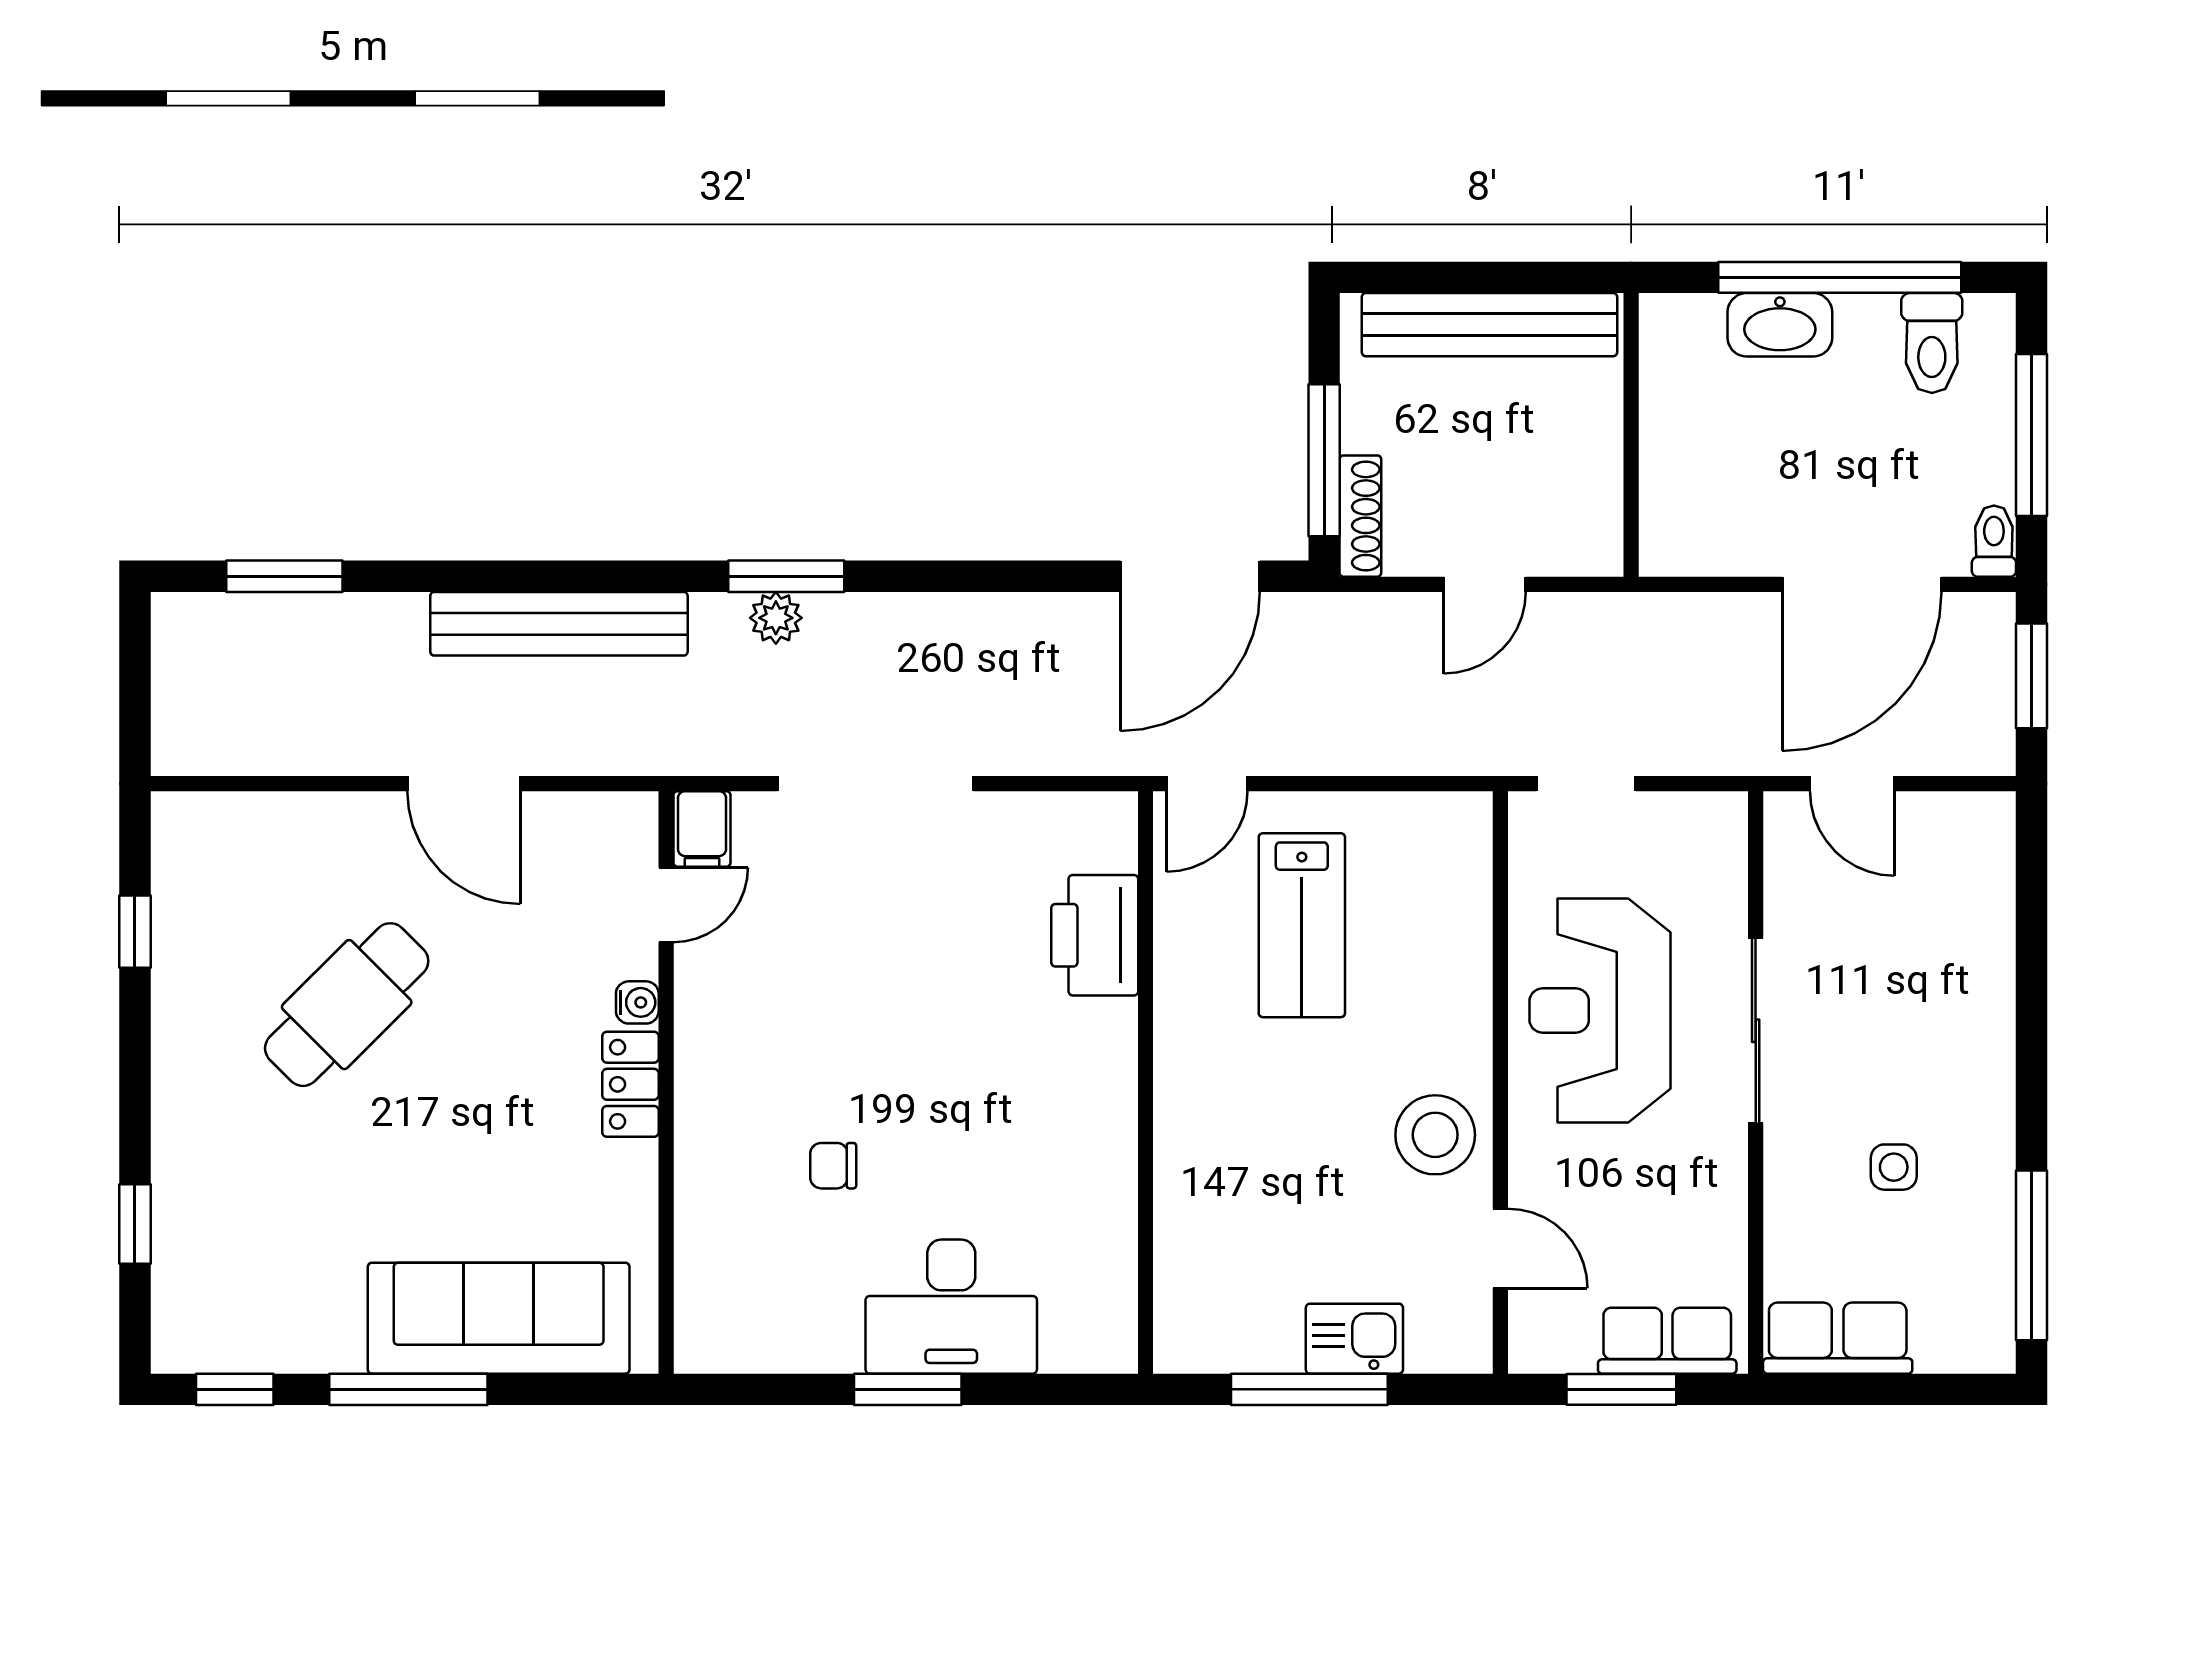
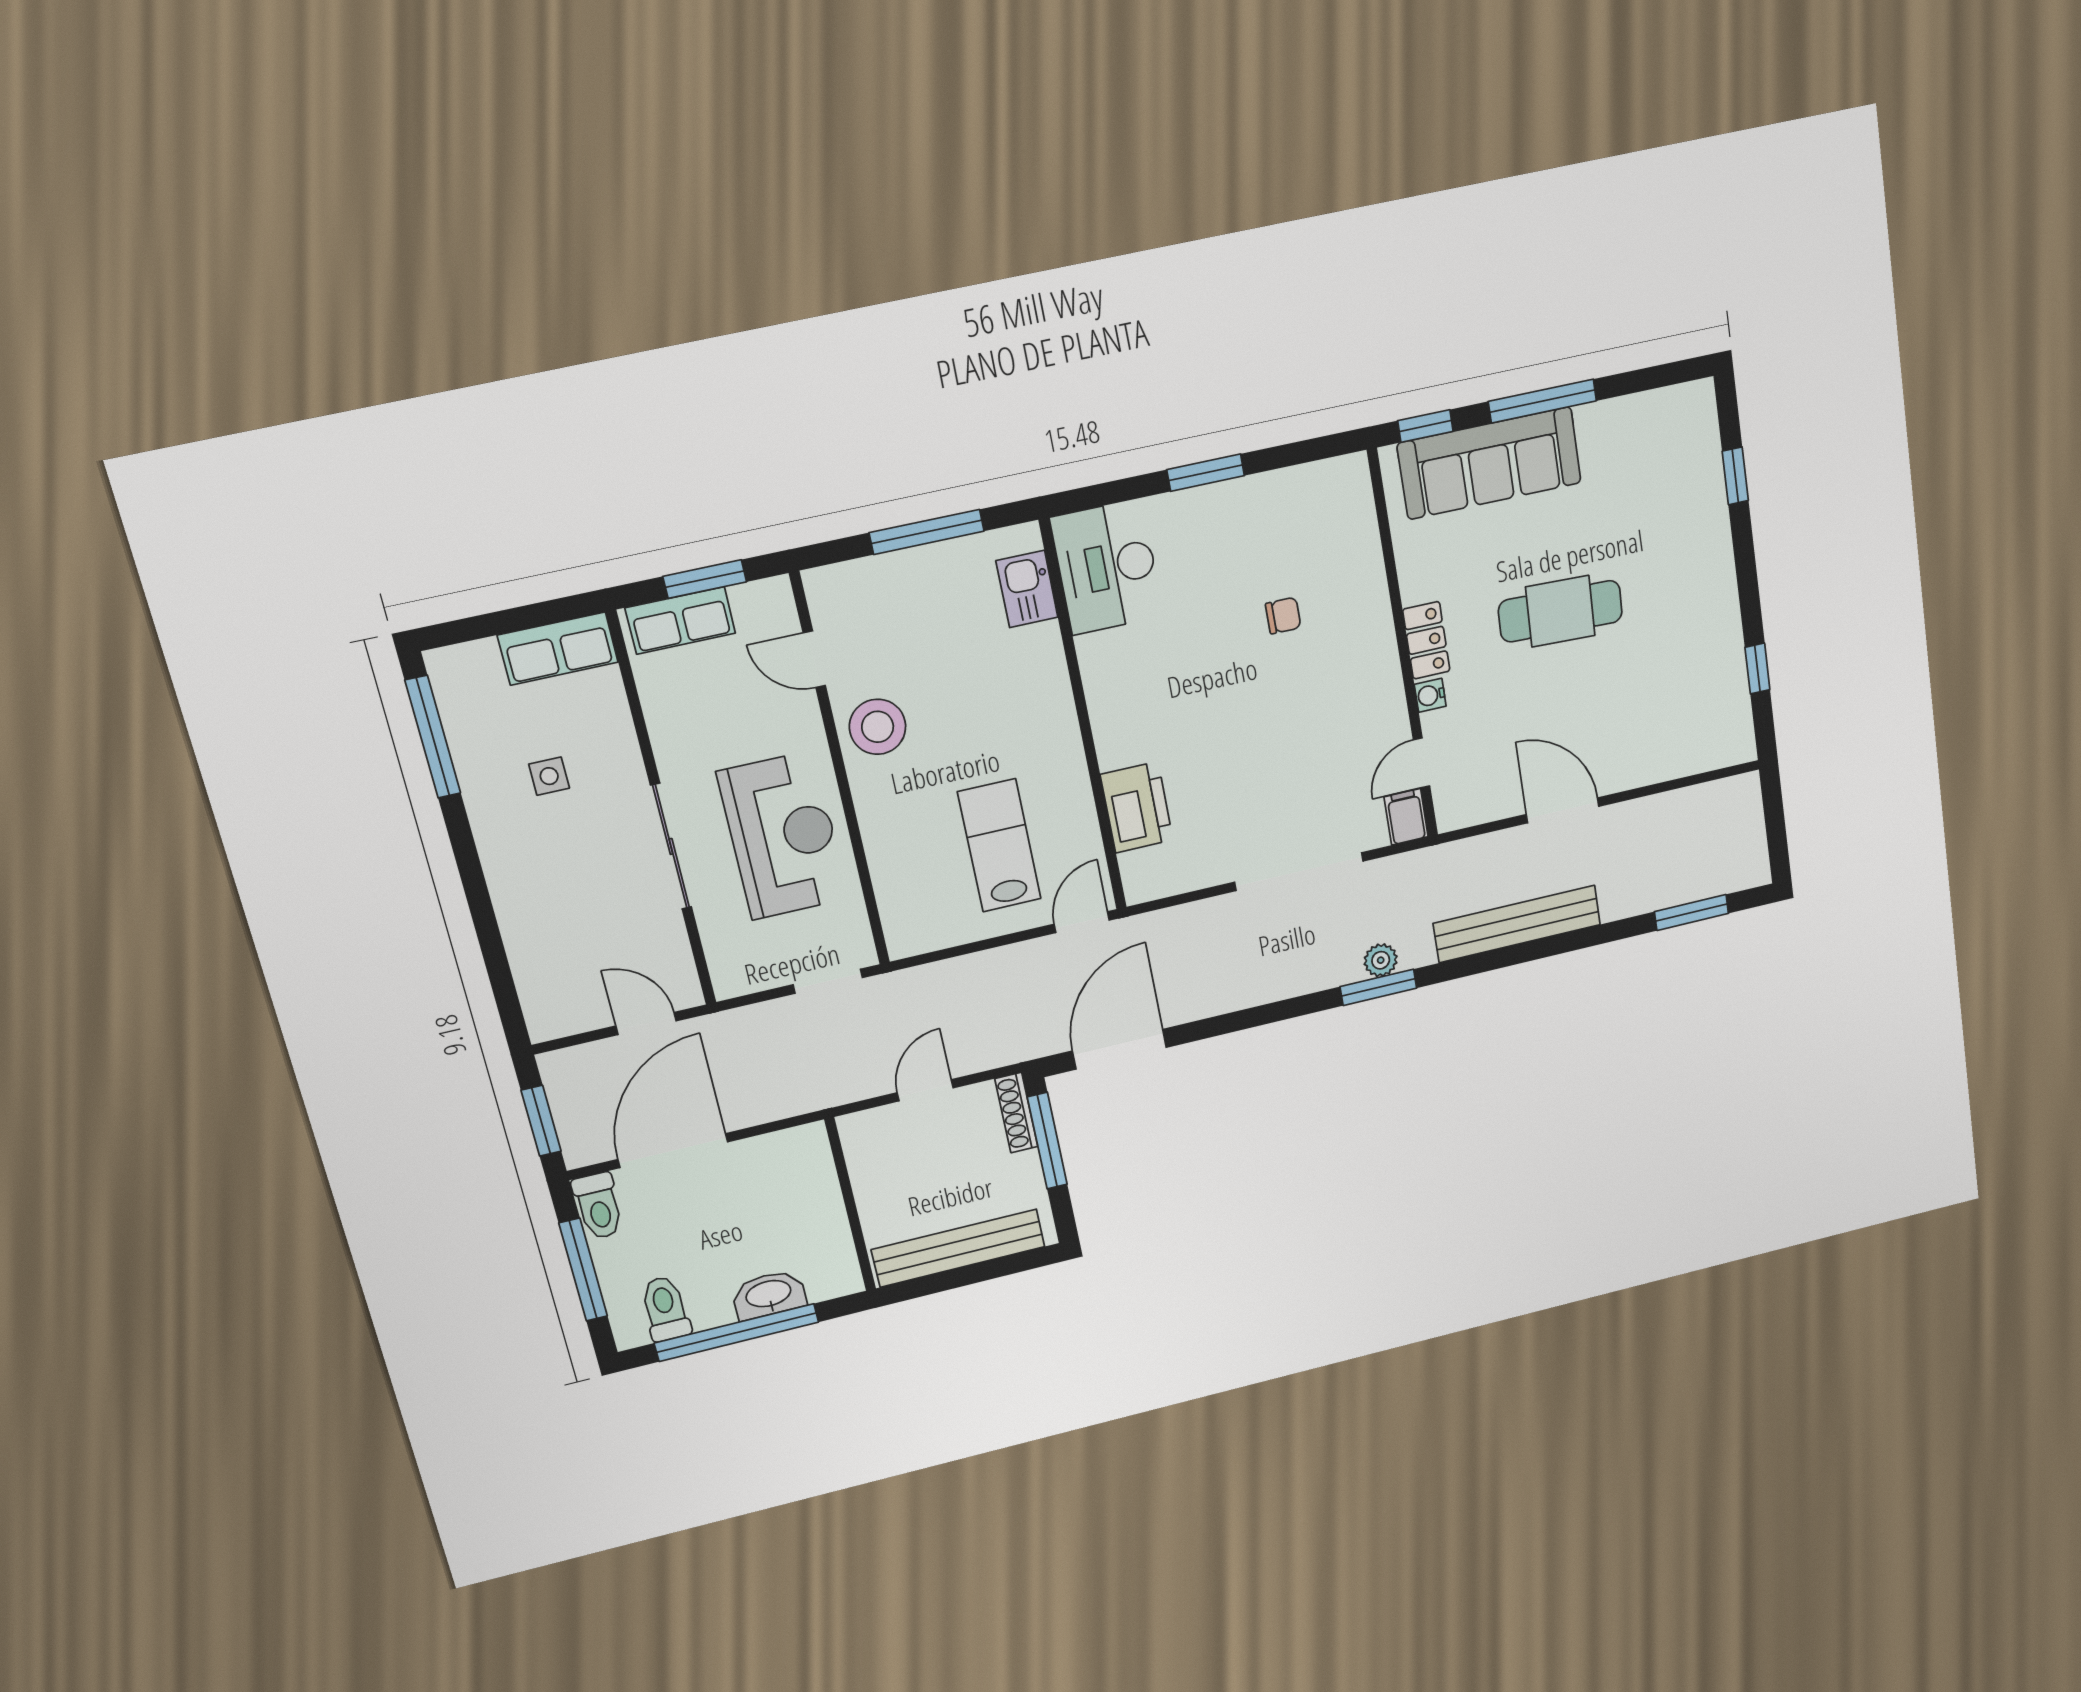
toilet: (1994, 541) -> (598, 1206), width x1.37, depth x1.39
cafe table: (347, 1005) -> (1560, 611), moved, turned 47
desk: (951, 1307) -> (1107, 567), moved, turned -90
kitchen sink: (1354, 1339) -> (1027, 589), moved, turned 90
window: (235, 1389) -> (1425, 426), moved

